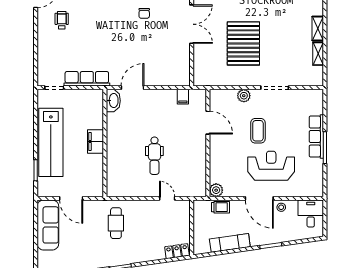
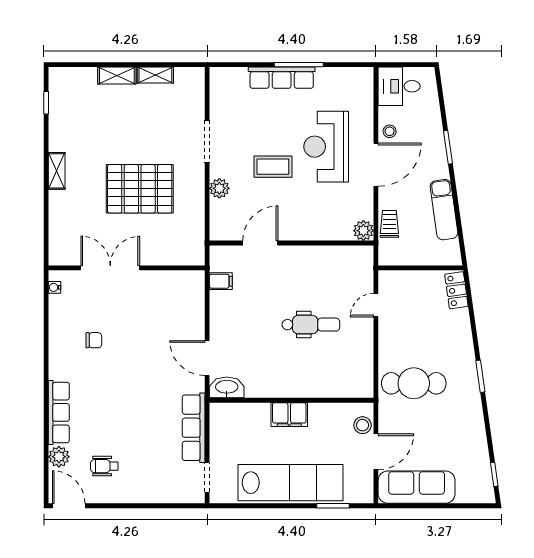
stool: (89, 190) -> (363, 425), added
cafe table: (116, 223) -> (414, 383), width x1.37, depth x1.35

